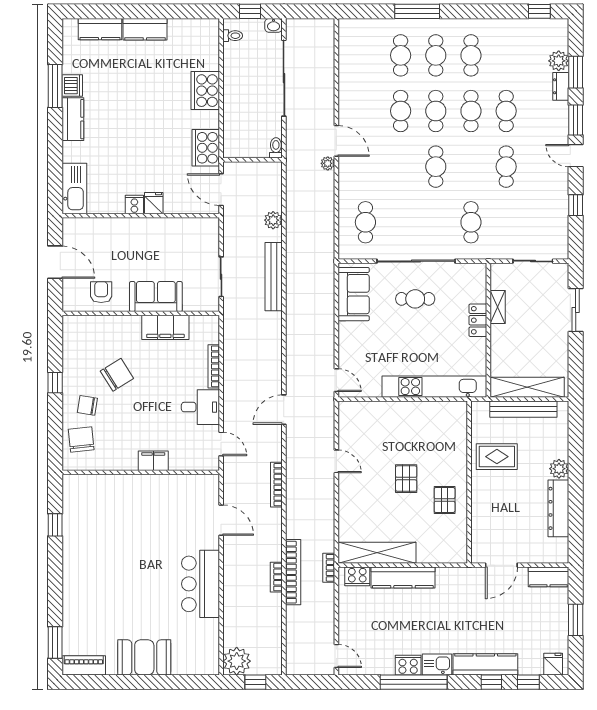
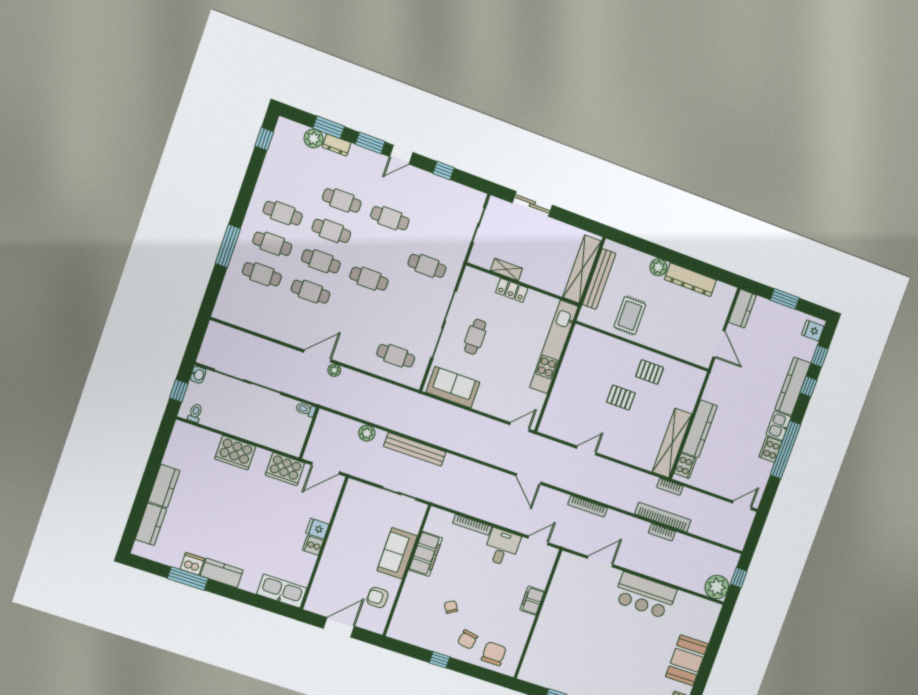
chair: (117, 375) -> (451, 607), width x0.54, depth x0.54
chair: (81, 440) -> (494, 654), turned 96

